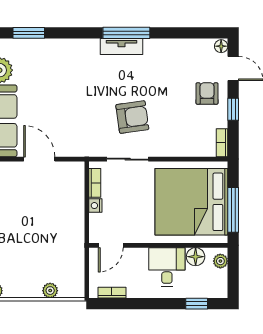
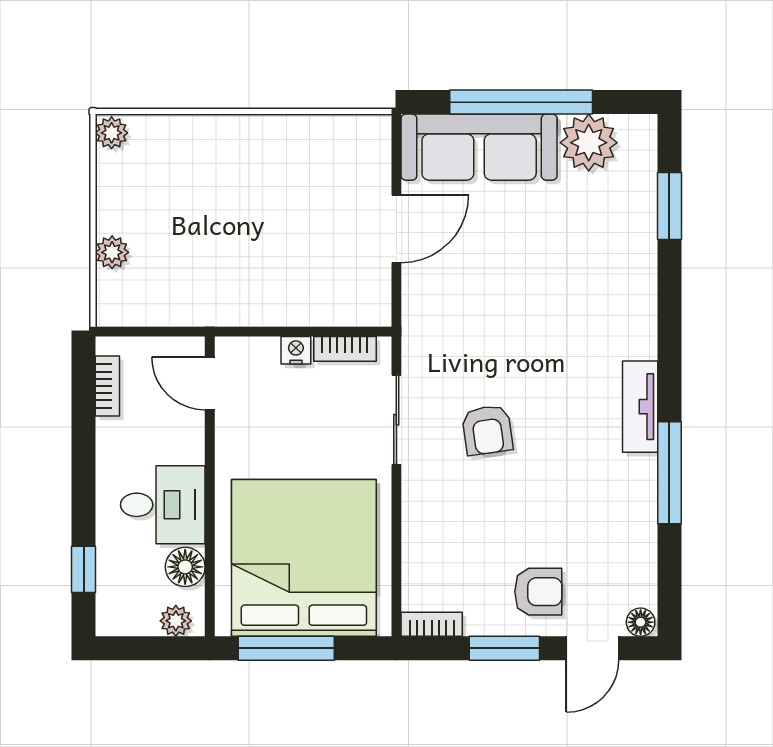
window: (126, 33) -> (669, 473), moved
window: (233, 109) -> (504, 648), width x1.50
armchair: (132, 117) -> (487, 430), width x0.72, depth x0.72

